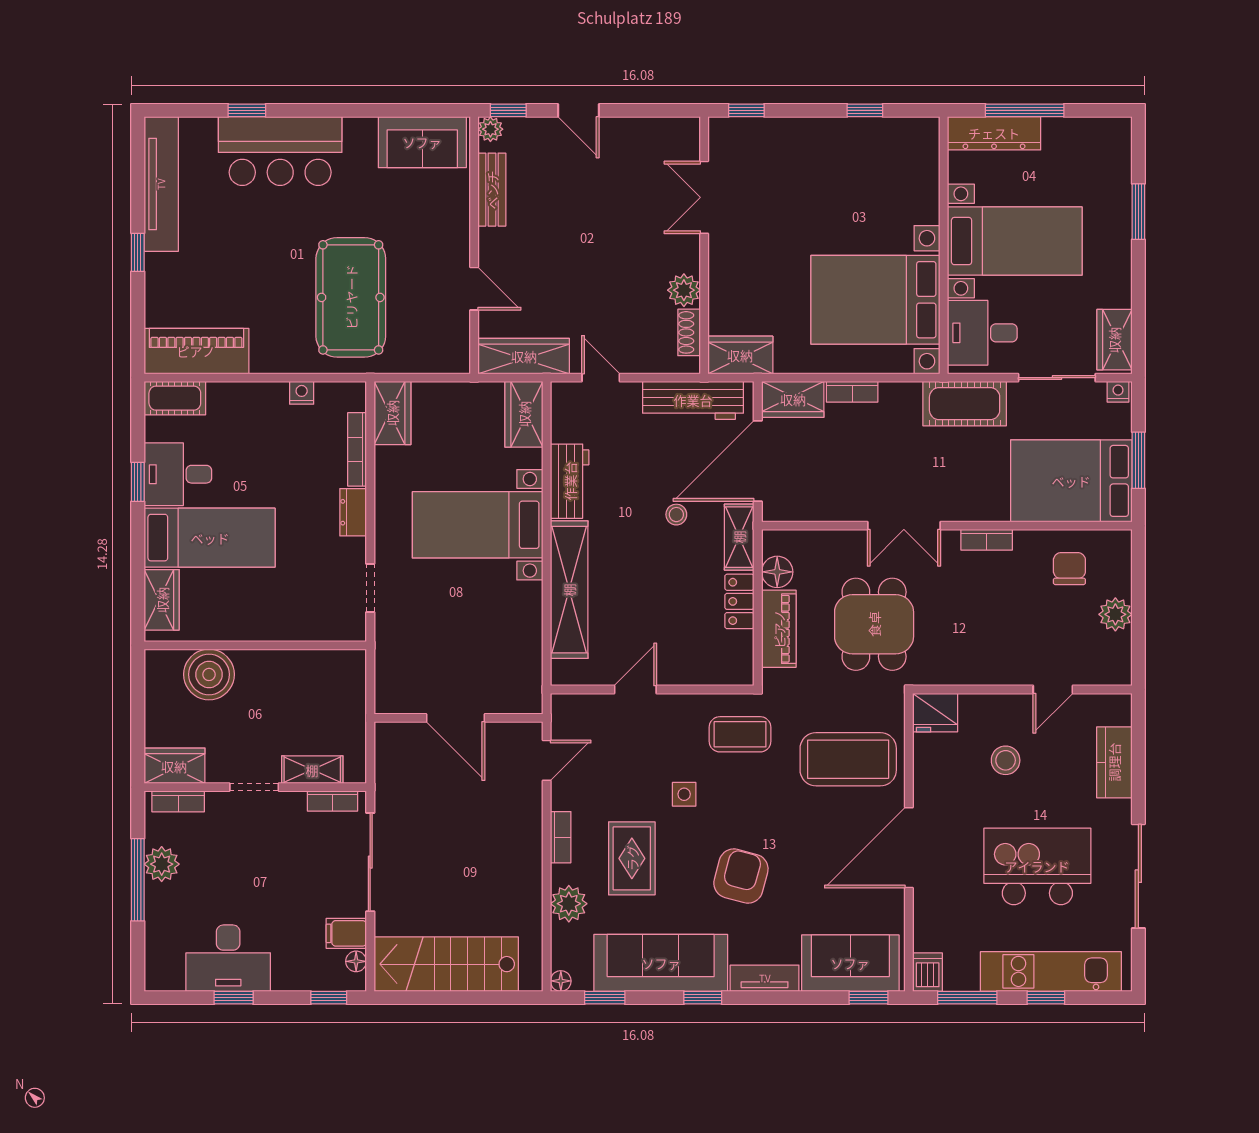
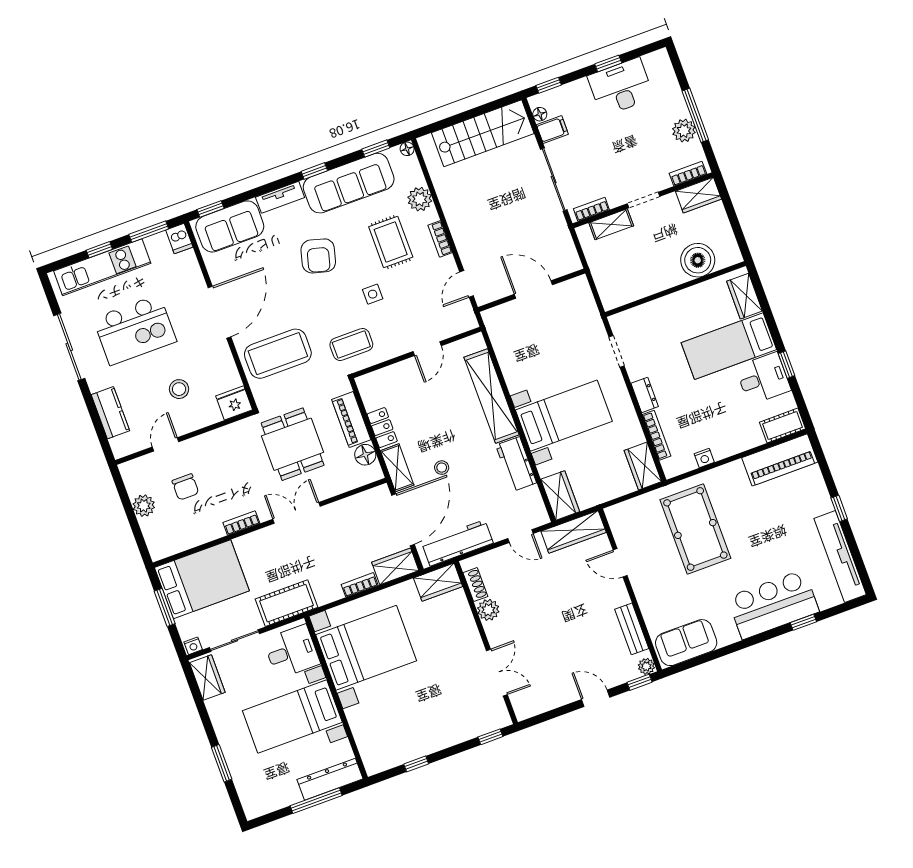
chair: (1069, 569) -> (185, 487), moved

